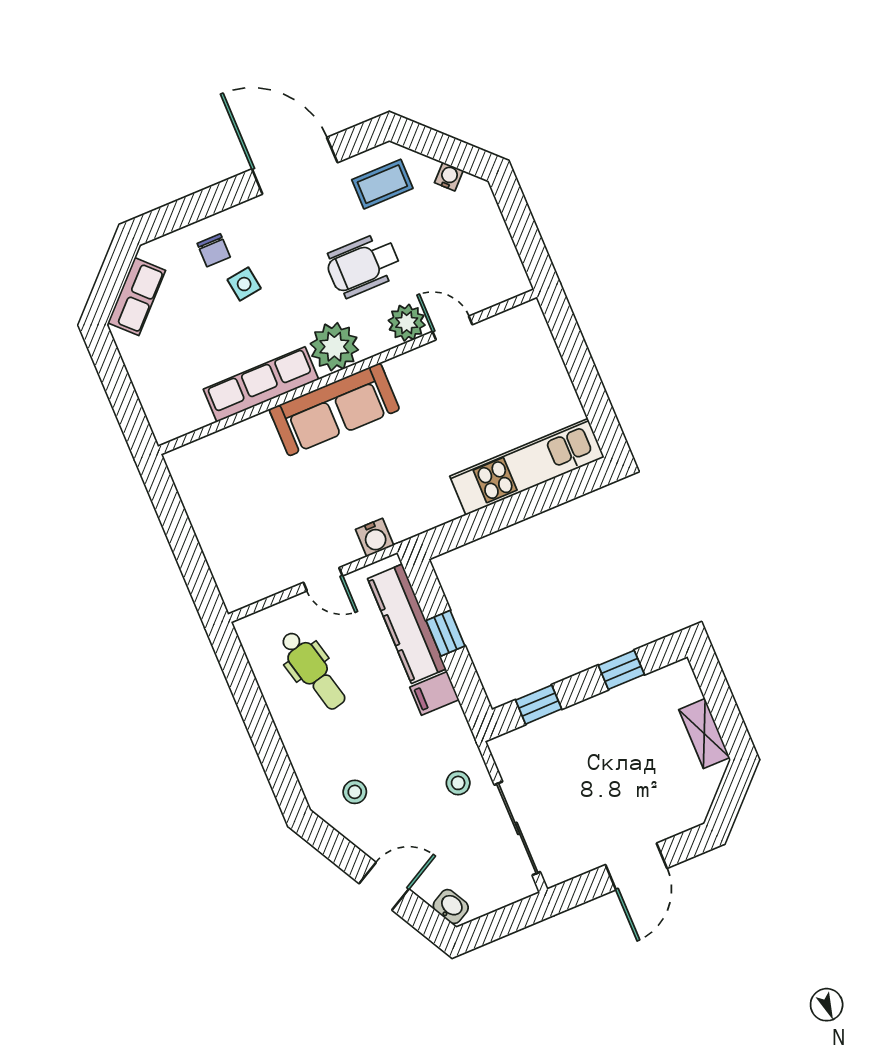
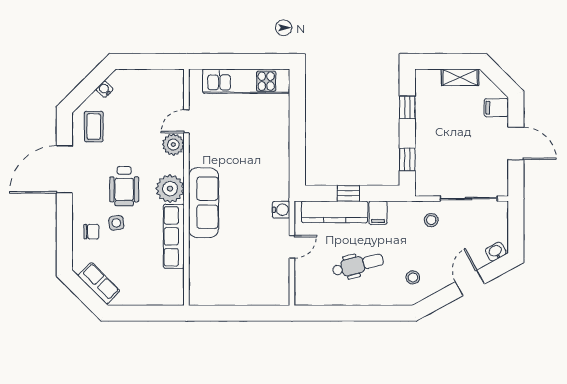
wheelchair: (363, 265) -> (124, 186), moved
kitchen unit: (527, 467) -> (246, 81), moved, turned -90
dental chair: (313, 670) -> (358, 265), moved
filing cabinet: (680, 812) -> (496, 108), added

